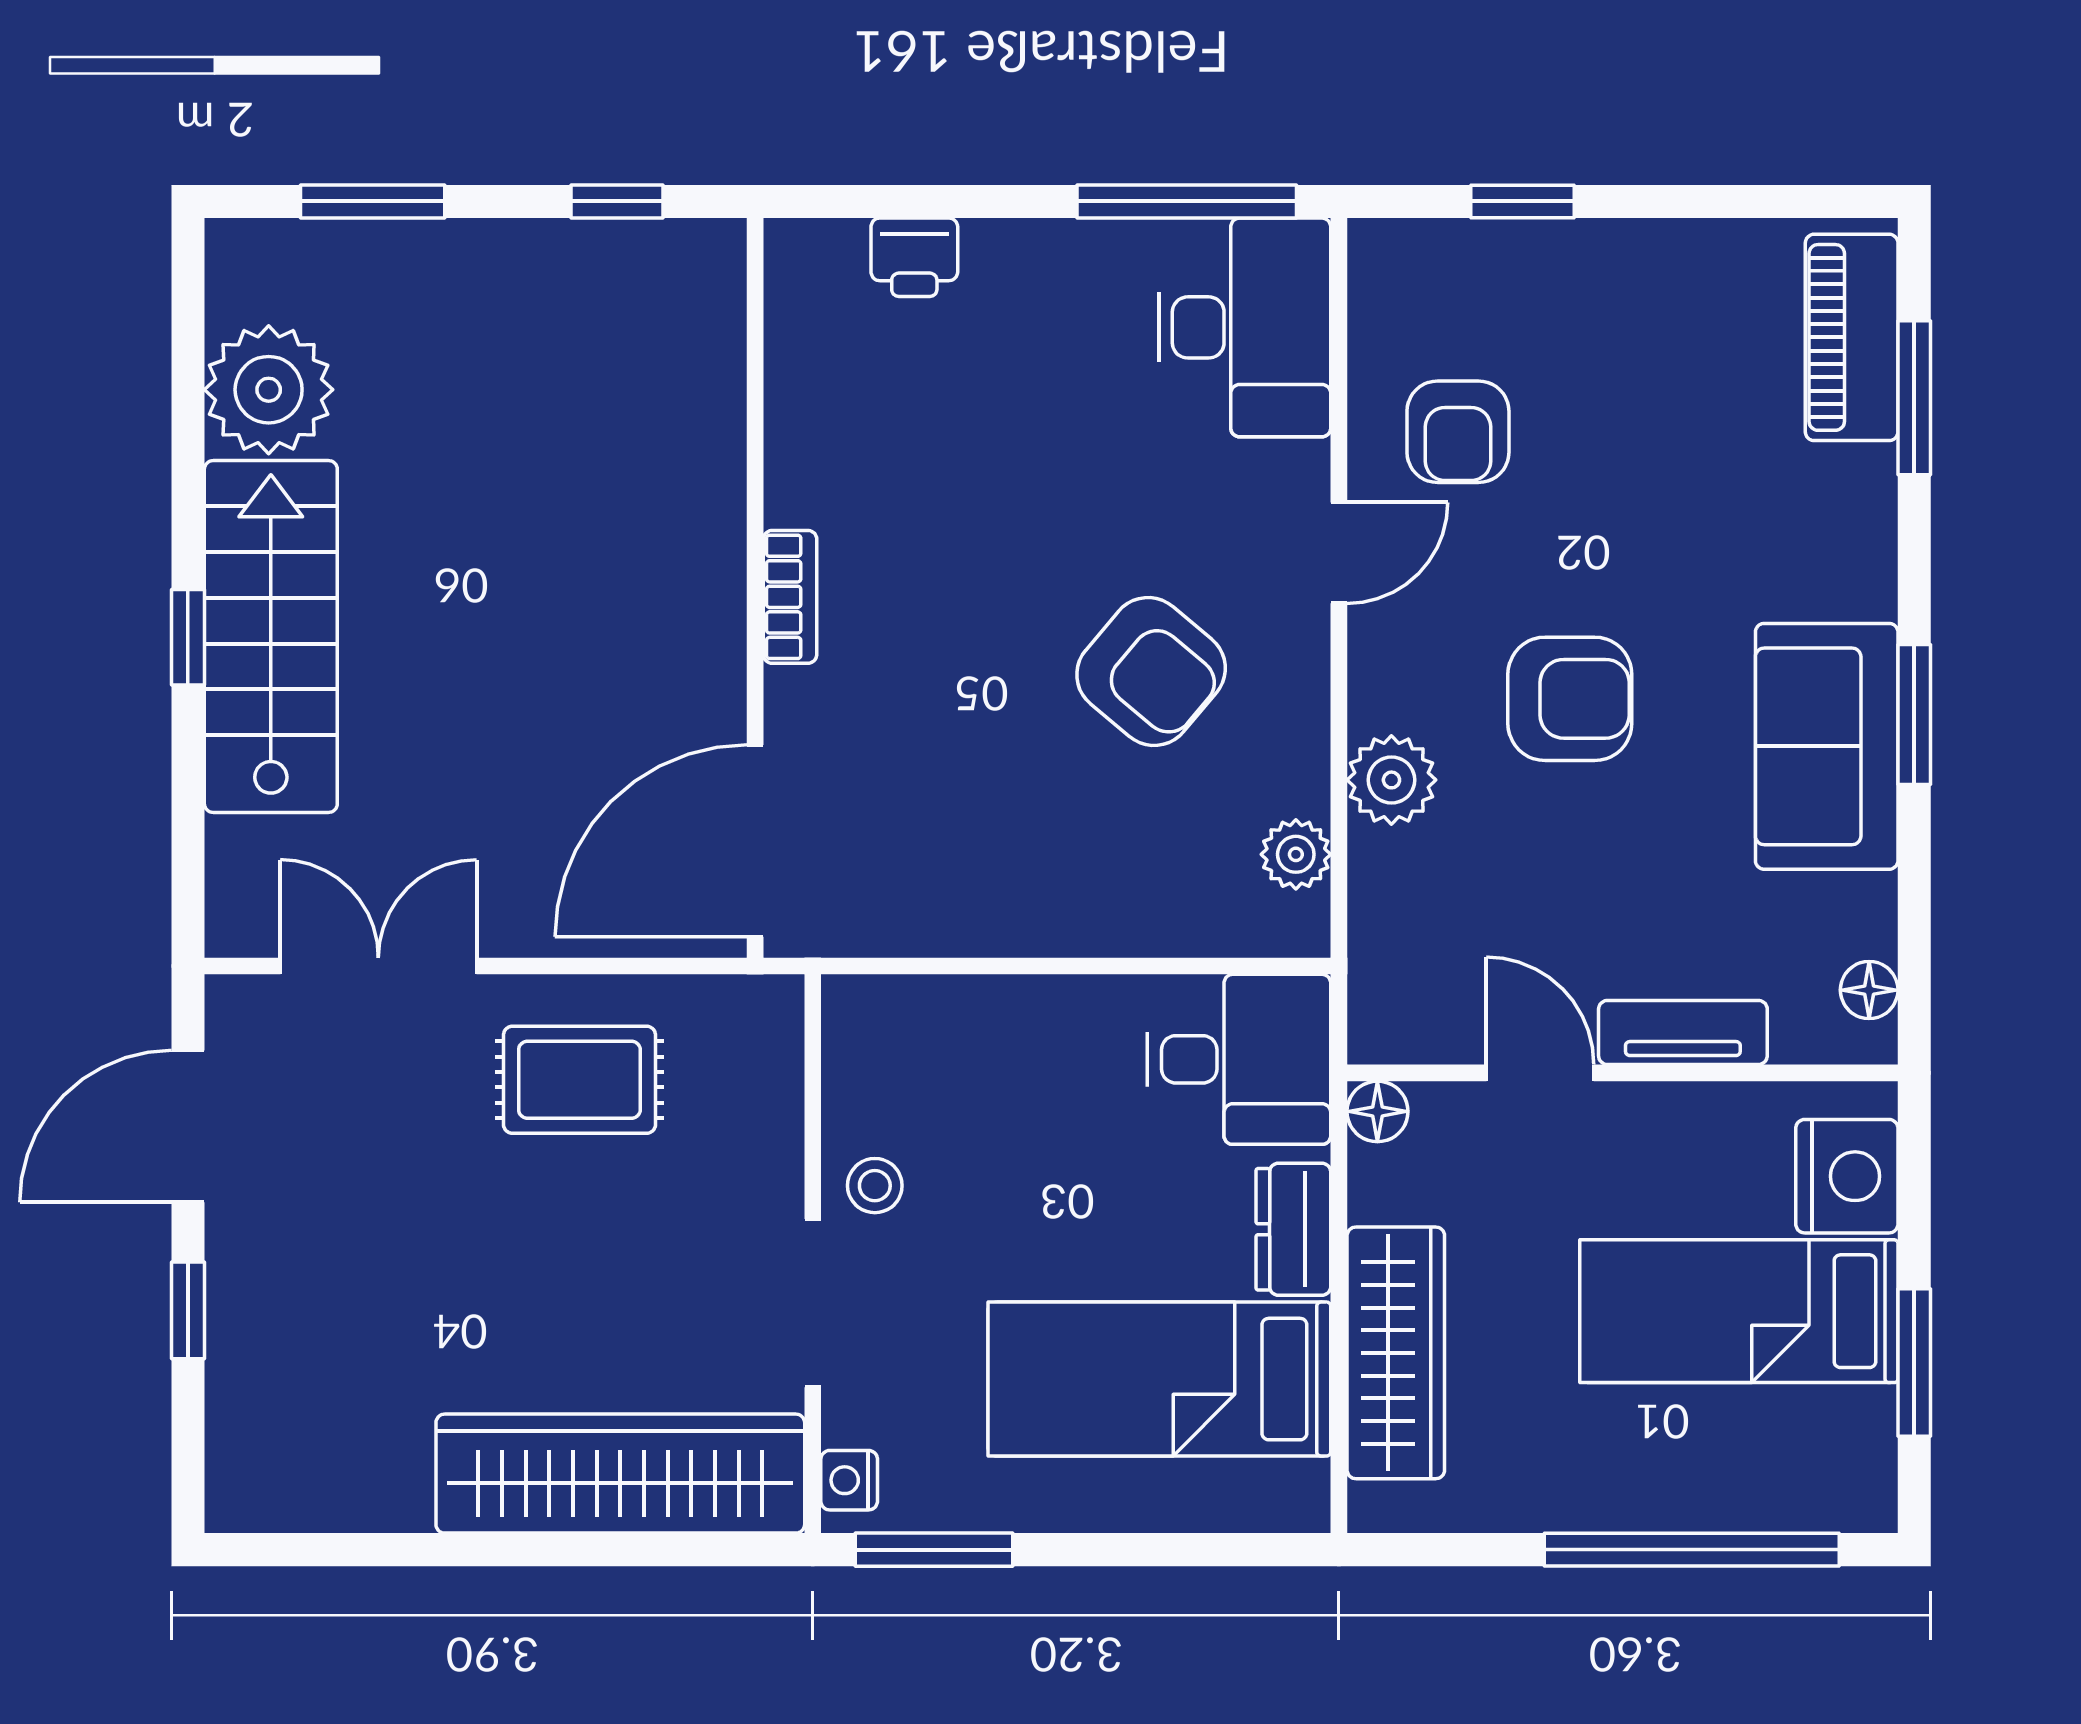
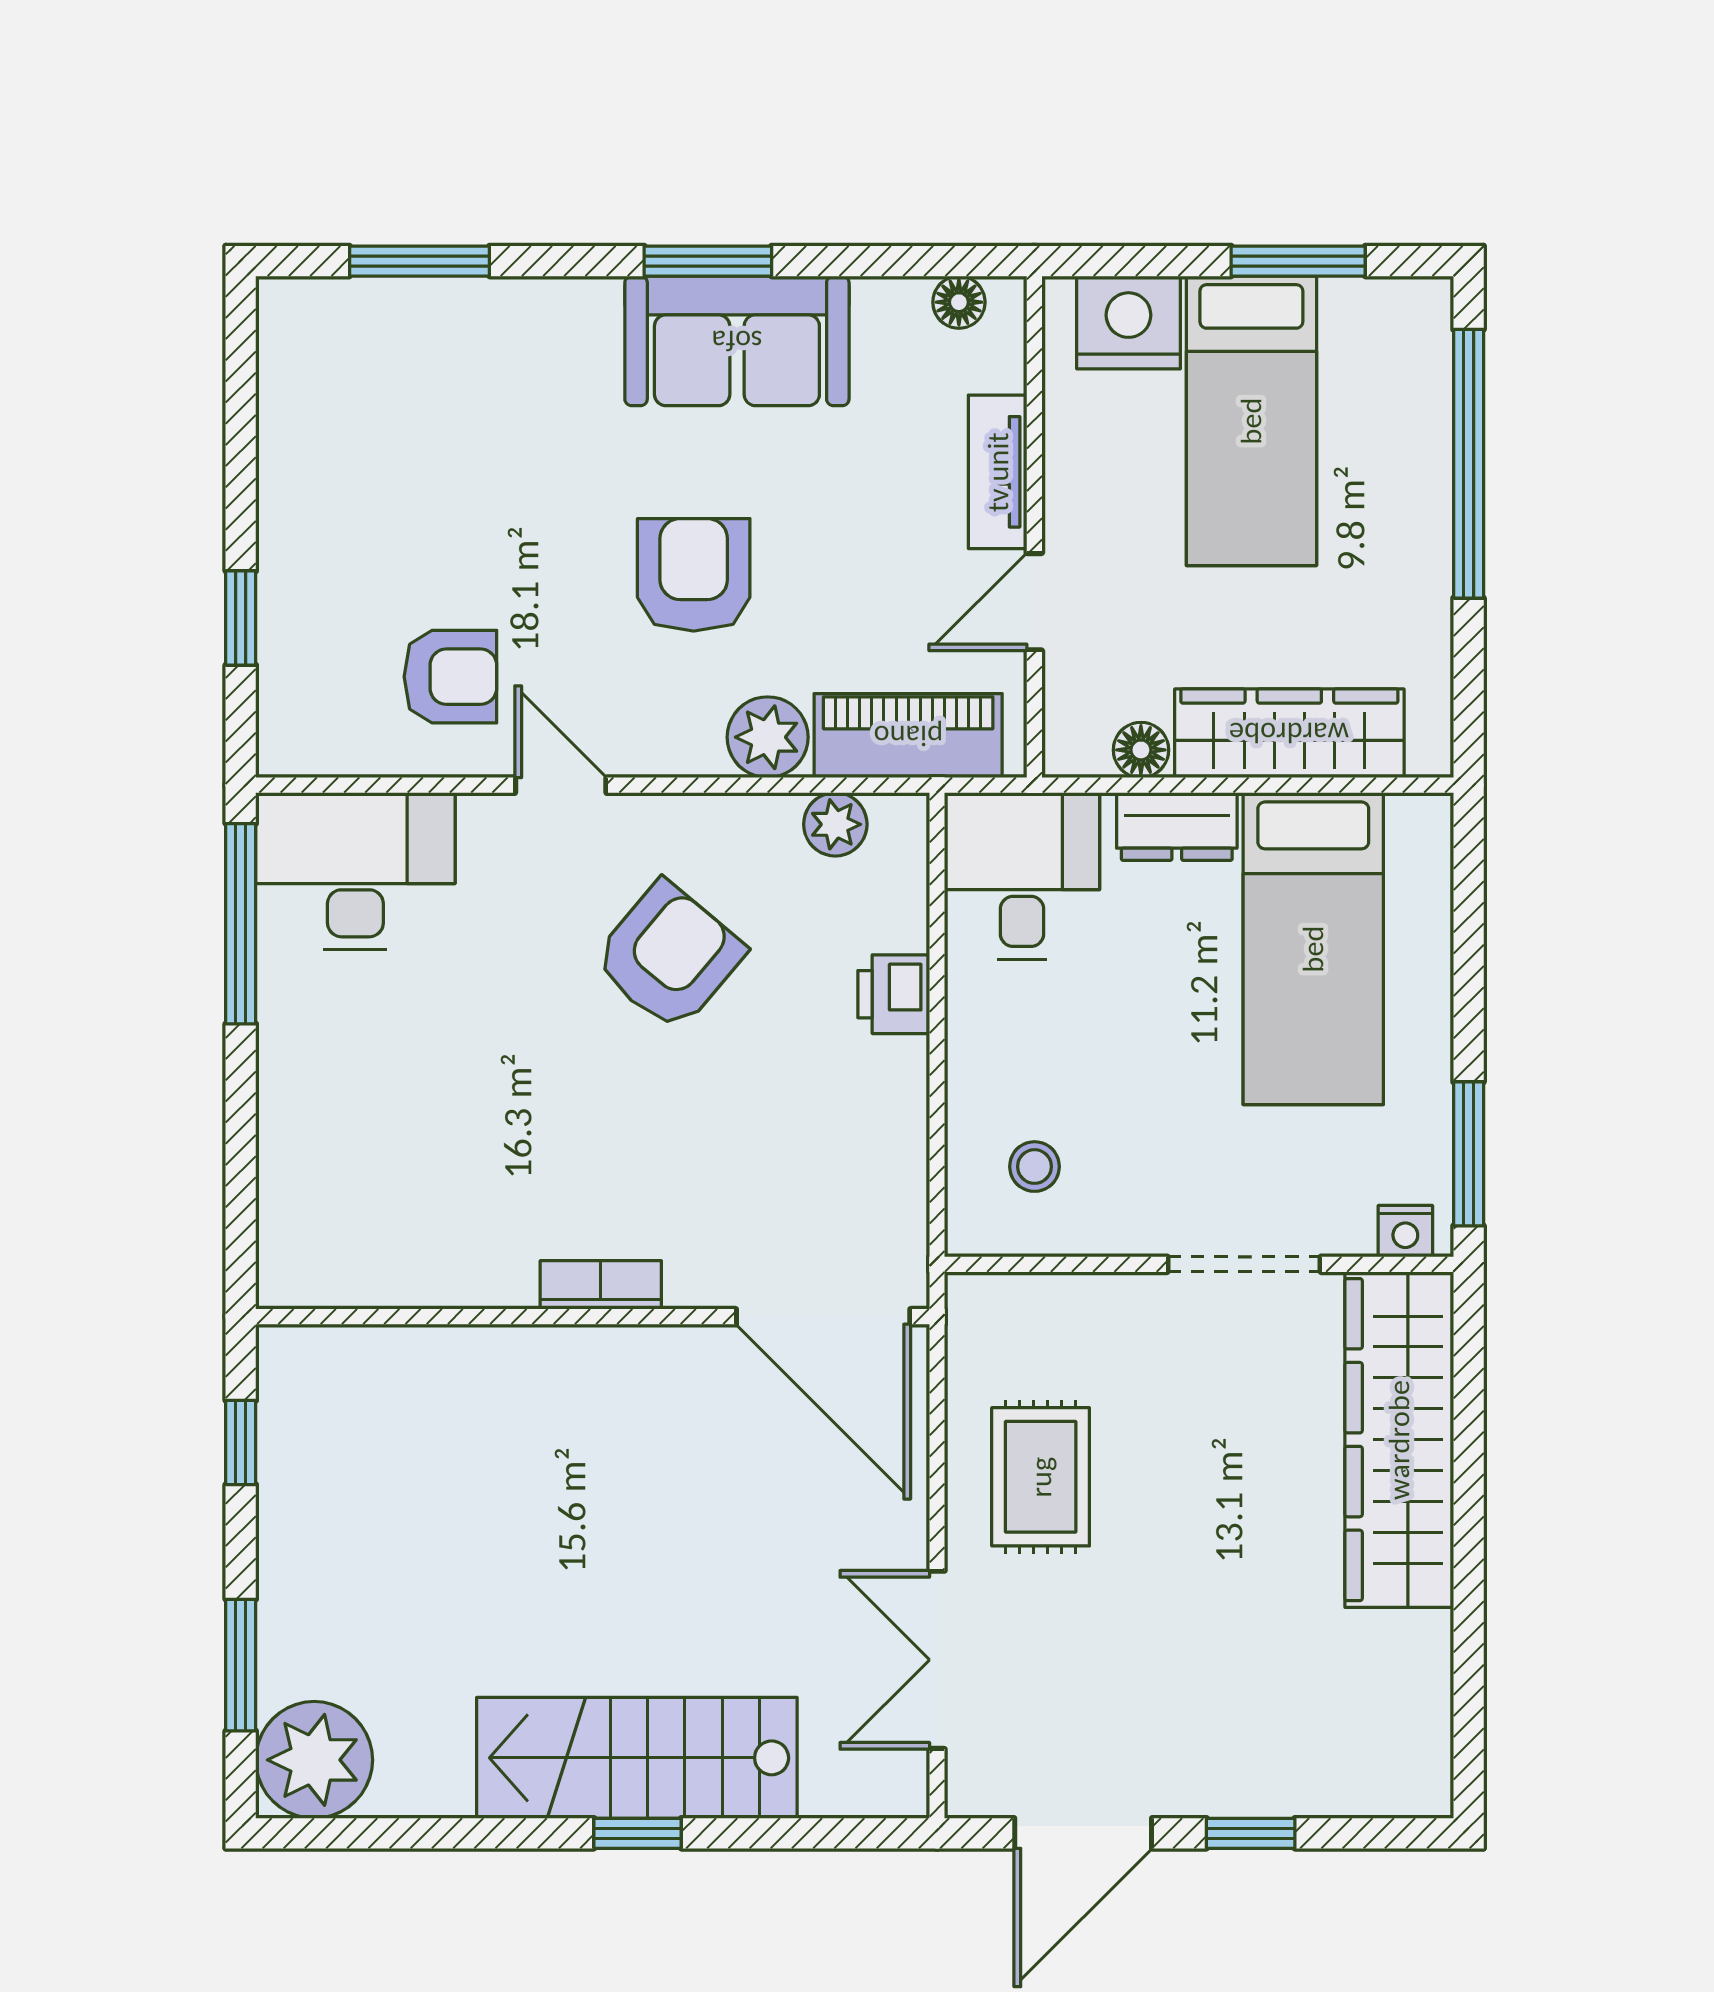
printer: (914, 257) -> (894, 994), moved, turned 180
piano: (1852, 337) -> (908, 736), moved, turned 180
plant: (269, 390) -> (314, 1760), moved
floor lamp: (1377, 1111) -> (1141, 750), moved
door: (188, 1126) -> (1083, 1833), hinge flipped
stool: (875, 1186) -> (1035, 1167), moved

